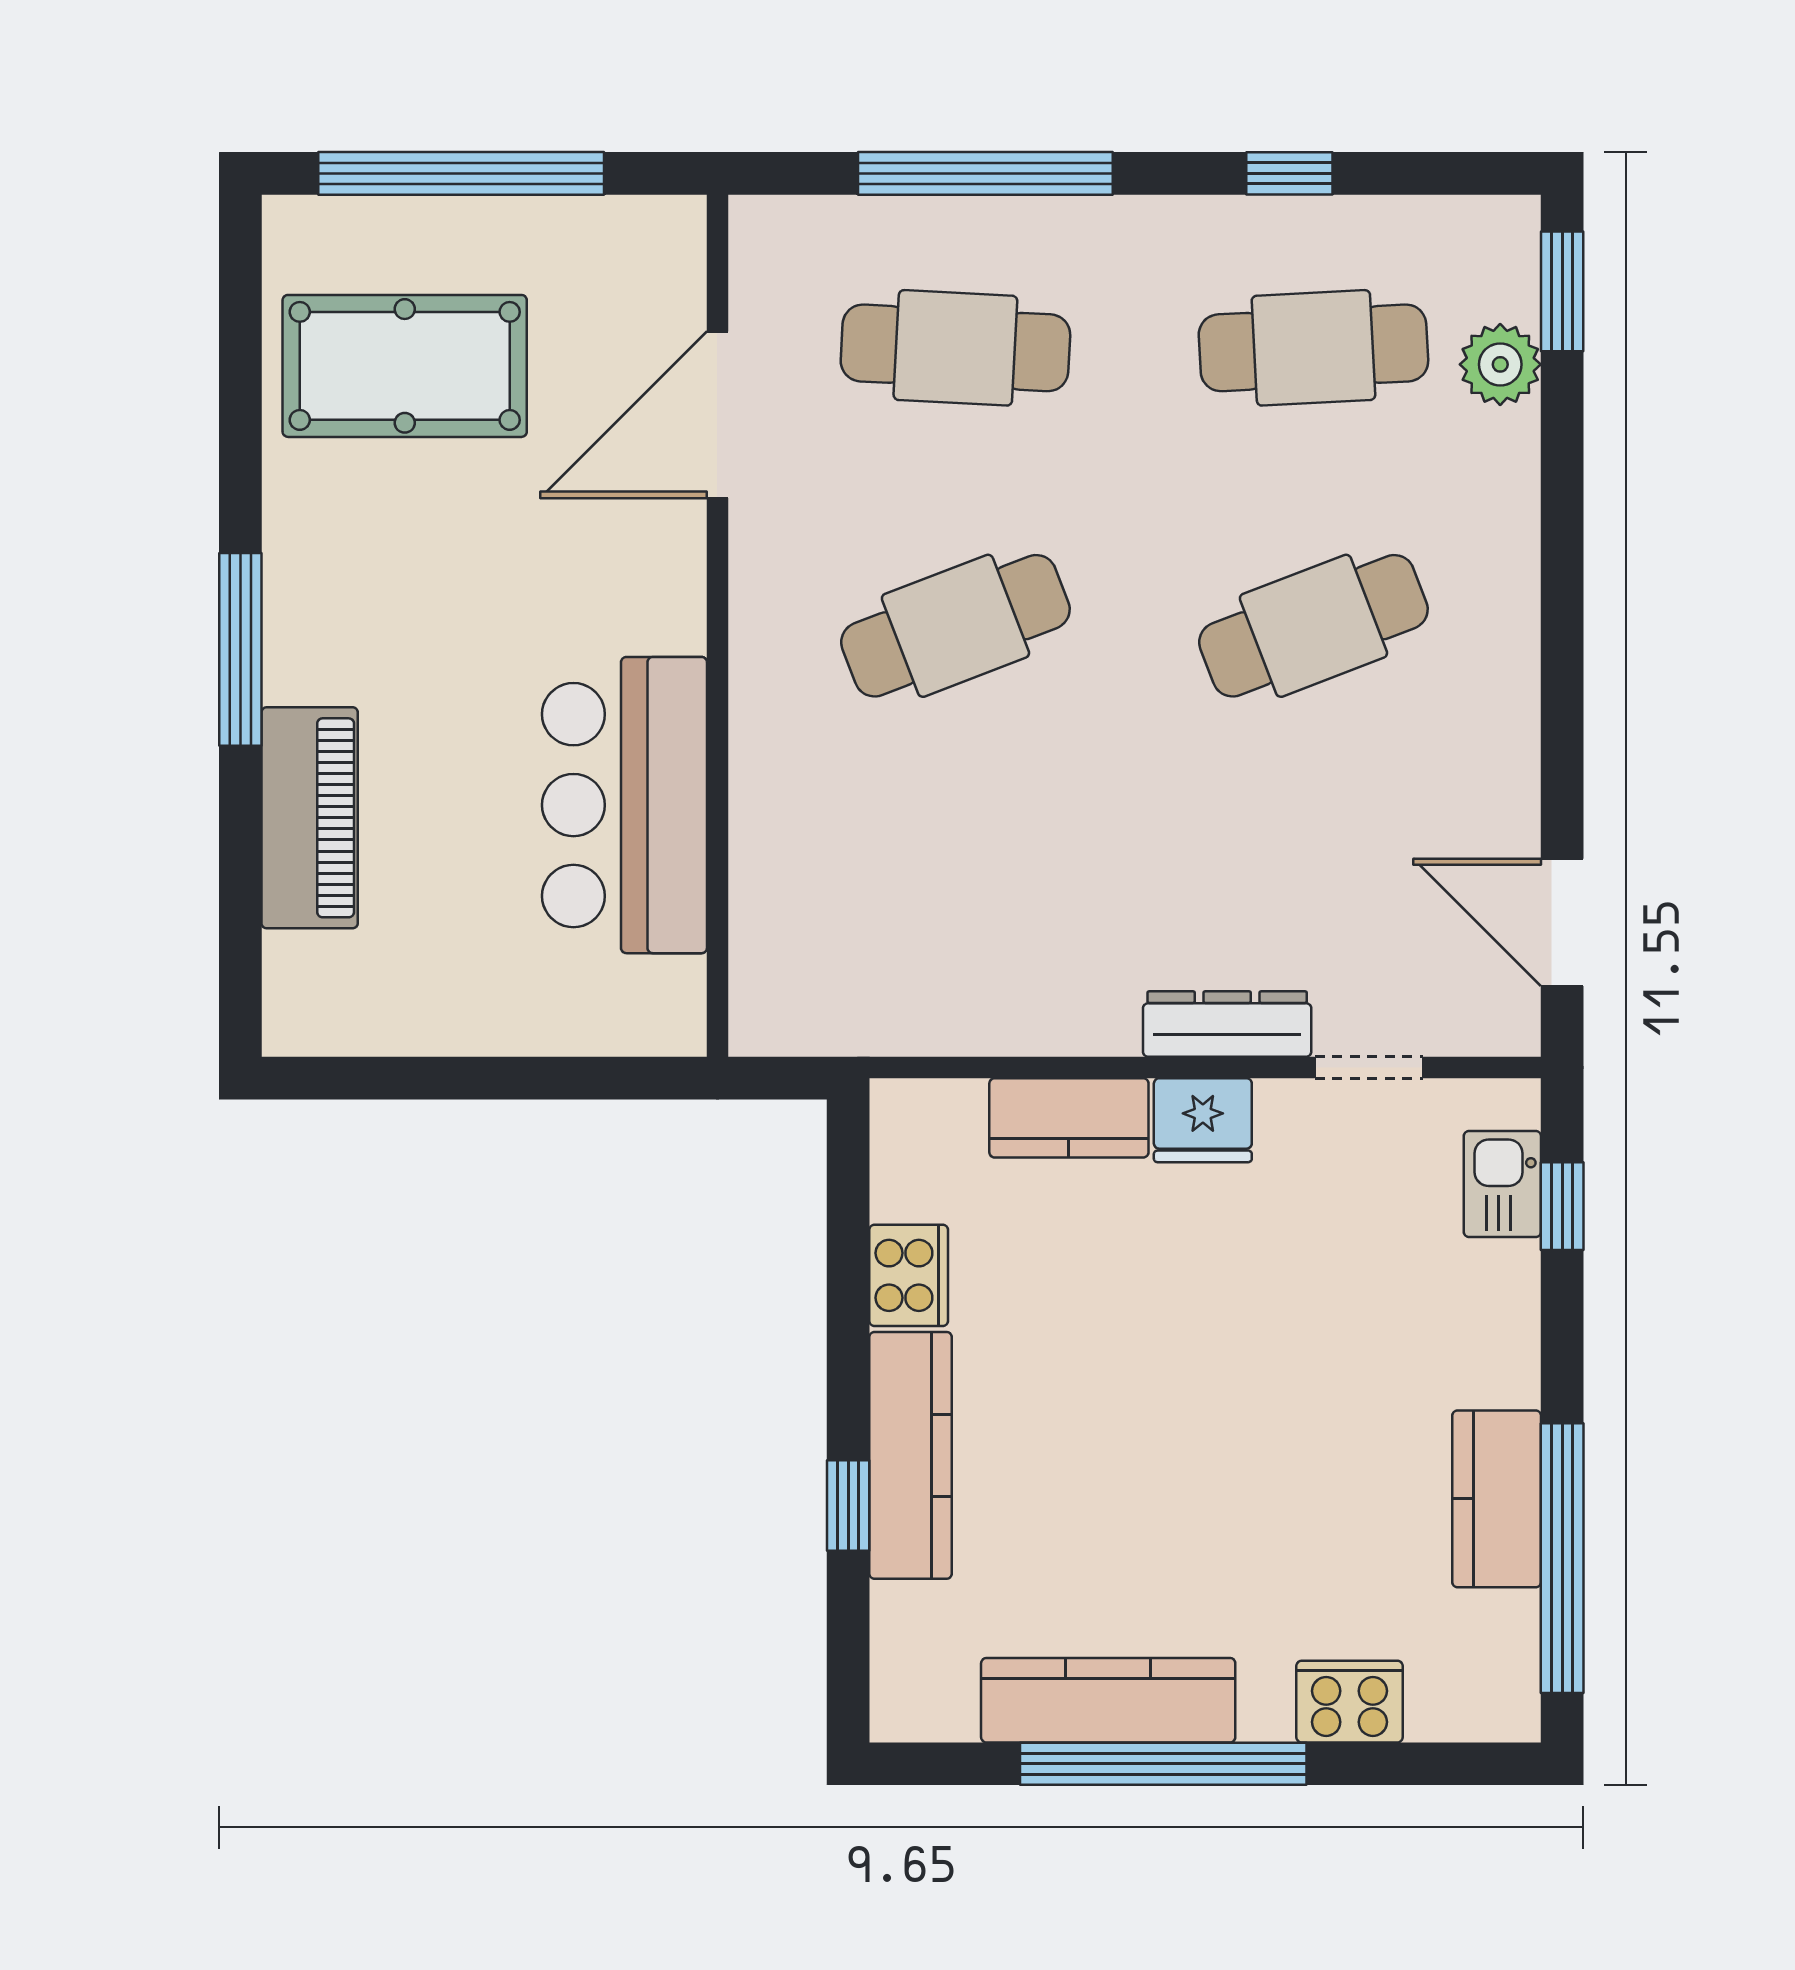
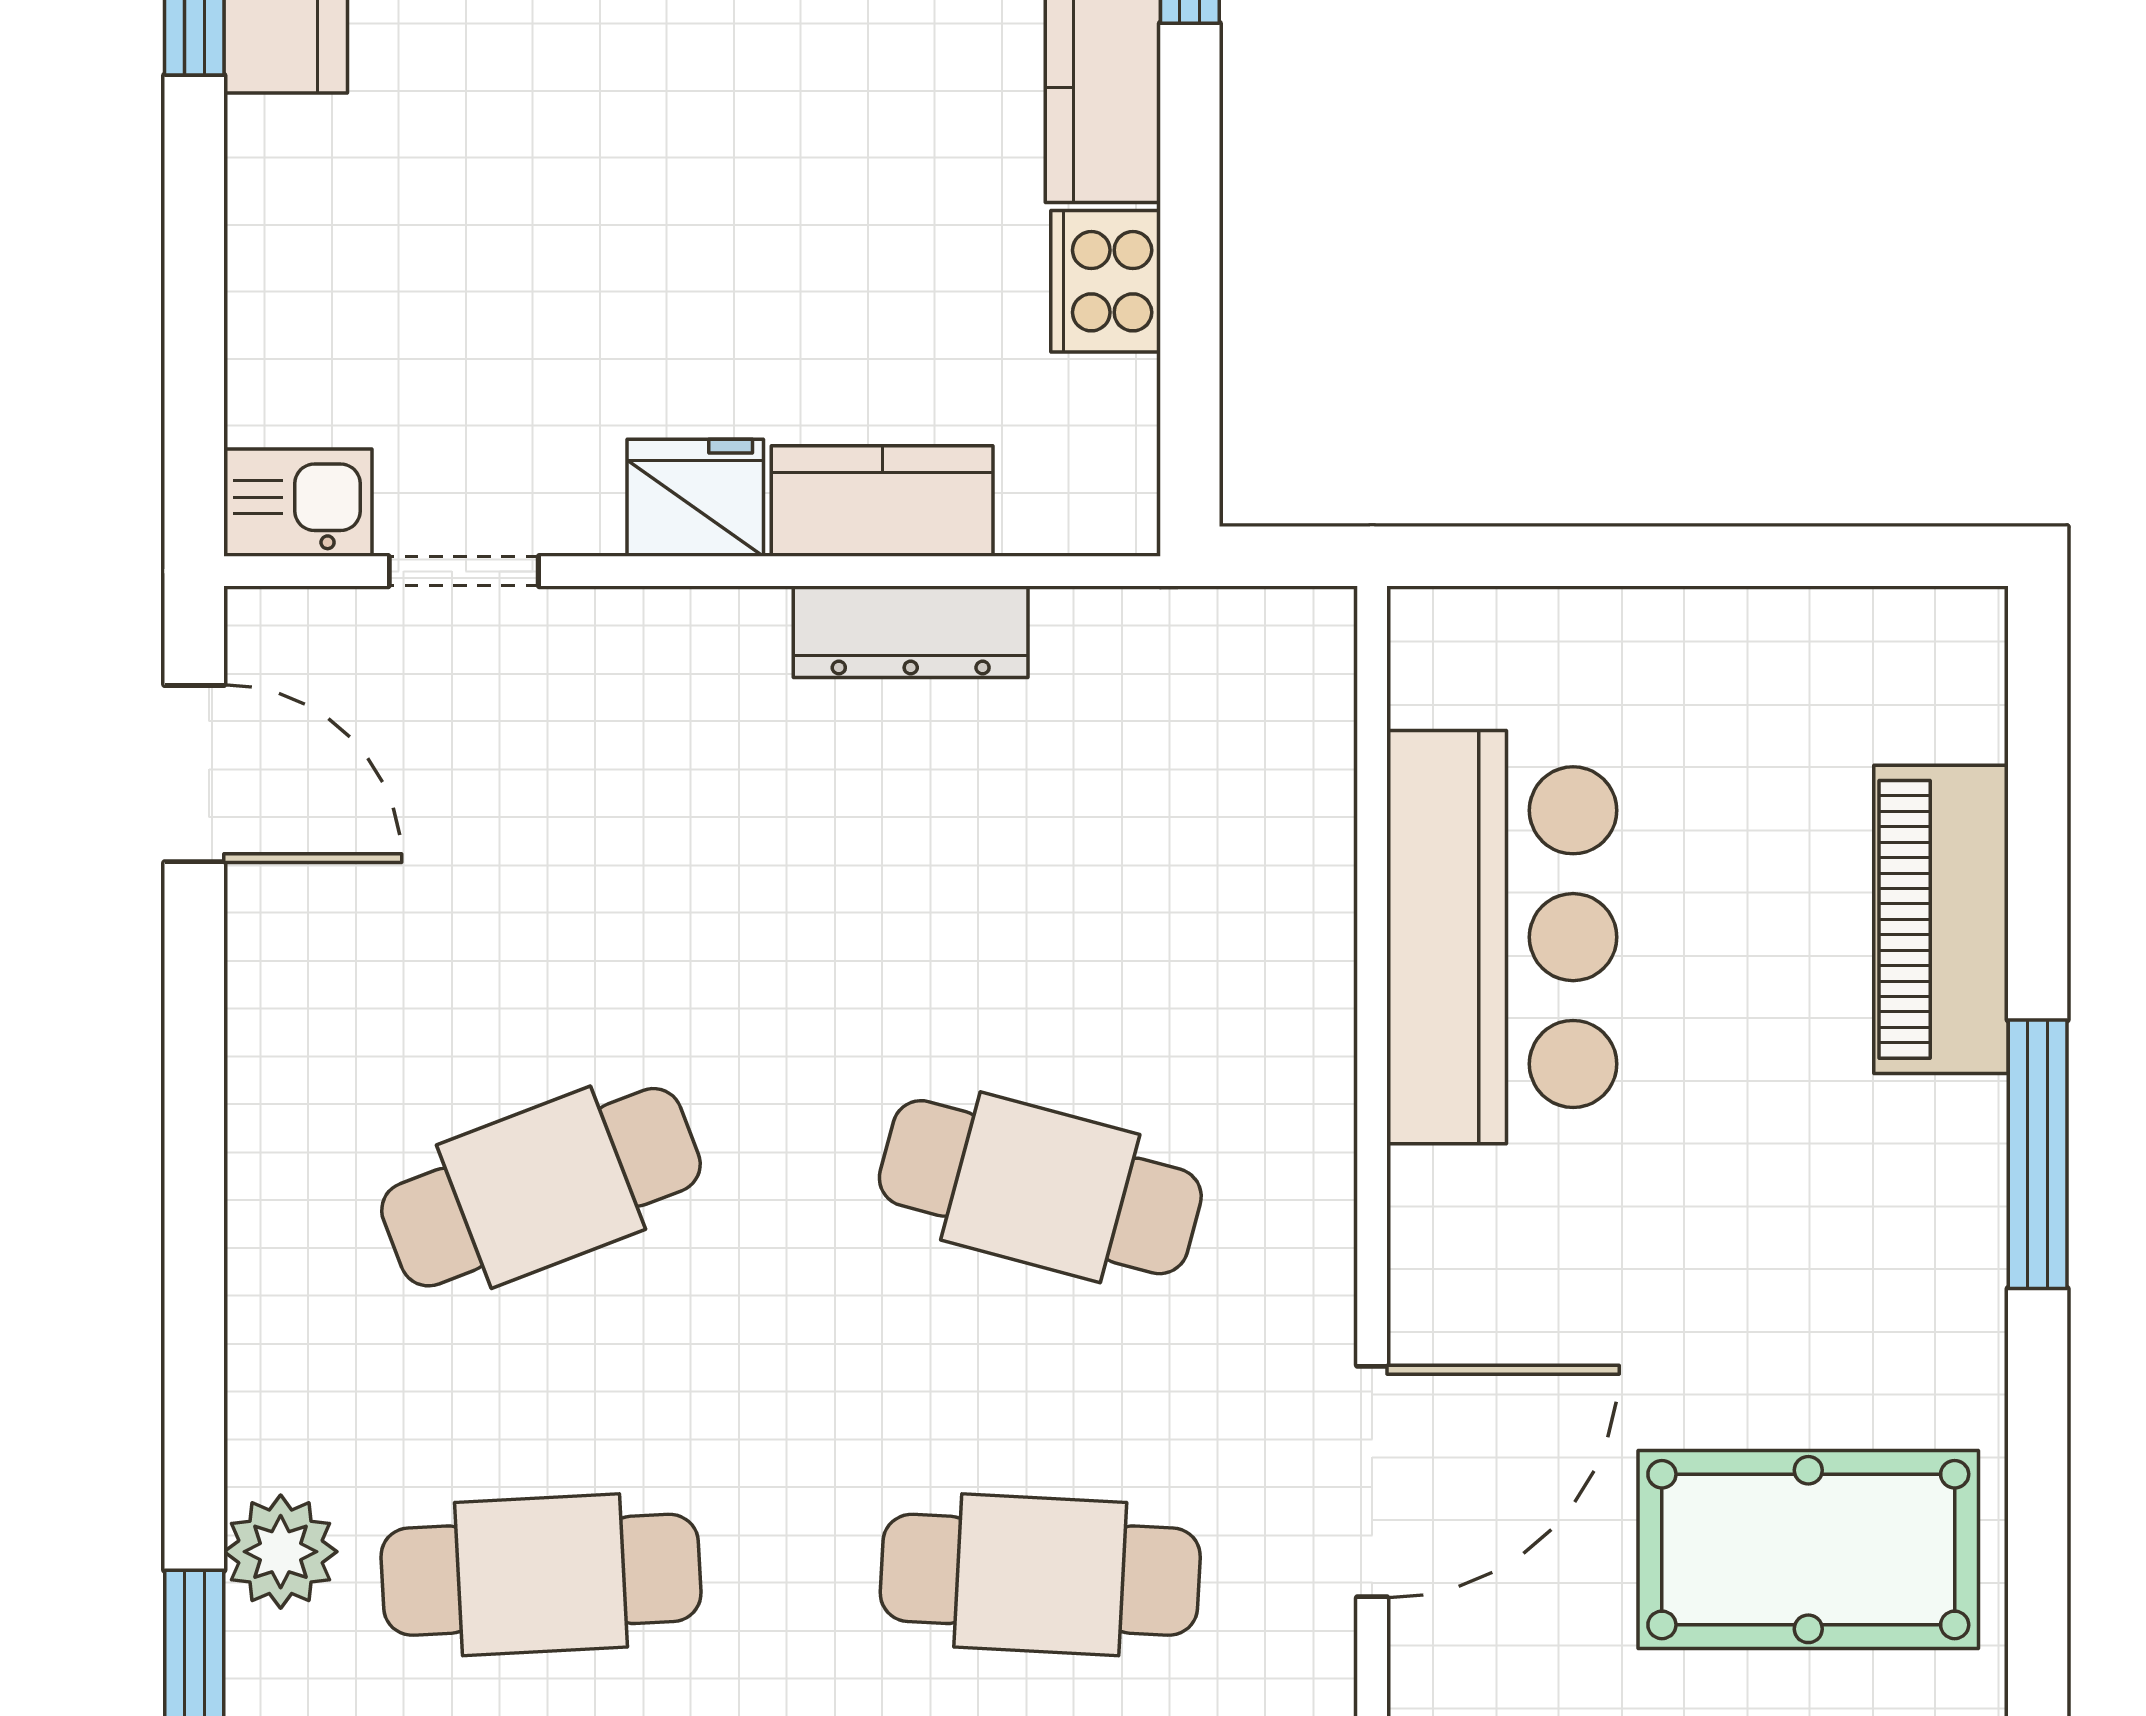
cafe table: (955, 626) -> (1040, 1187), turned 36
dresser: (1227, 1024) -> (911, 632), moved
kitchen sink: (1502, 1184) -> (298, 503), moved, turned -90
window: (1562, 1206) -> (194, 378), removed

